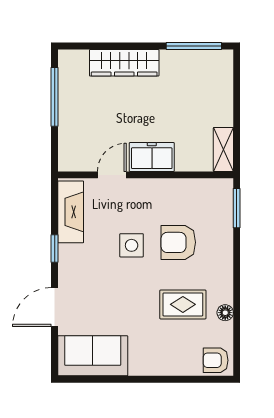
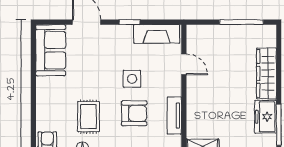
freezer: (152, 157) -> (266, 117), moved, turned 180
tv unit: (181, 188) -> (174, 116), added
armchair: (178, 242) -> (134, 113), turned 90

